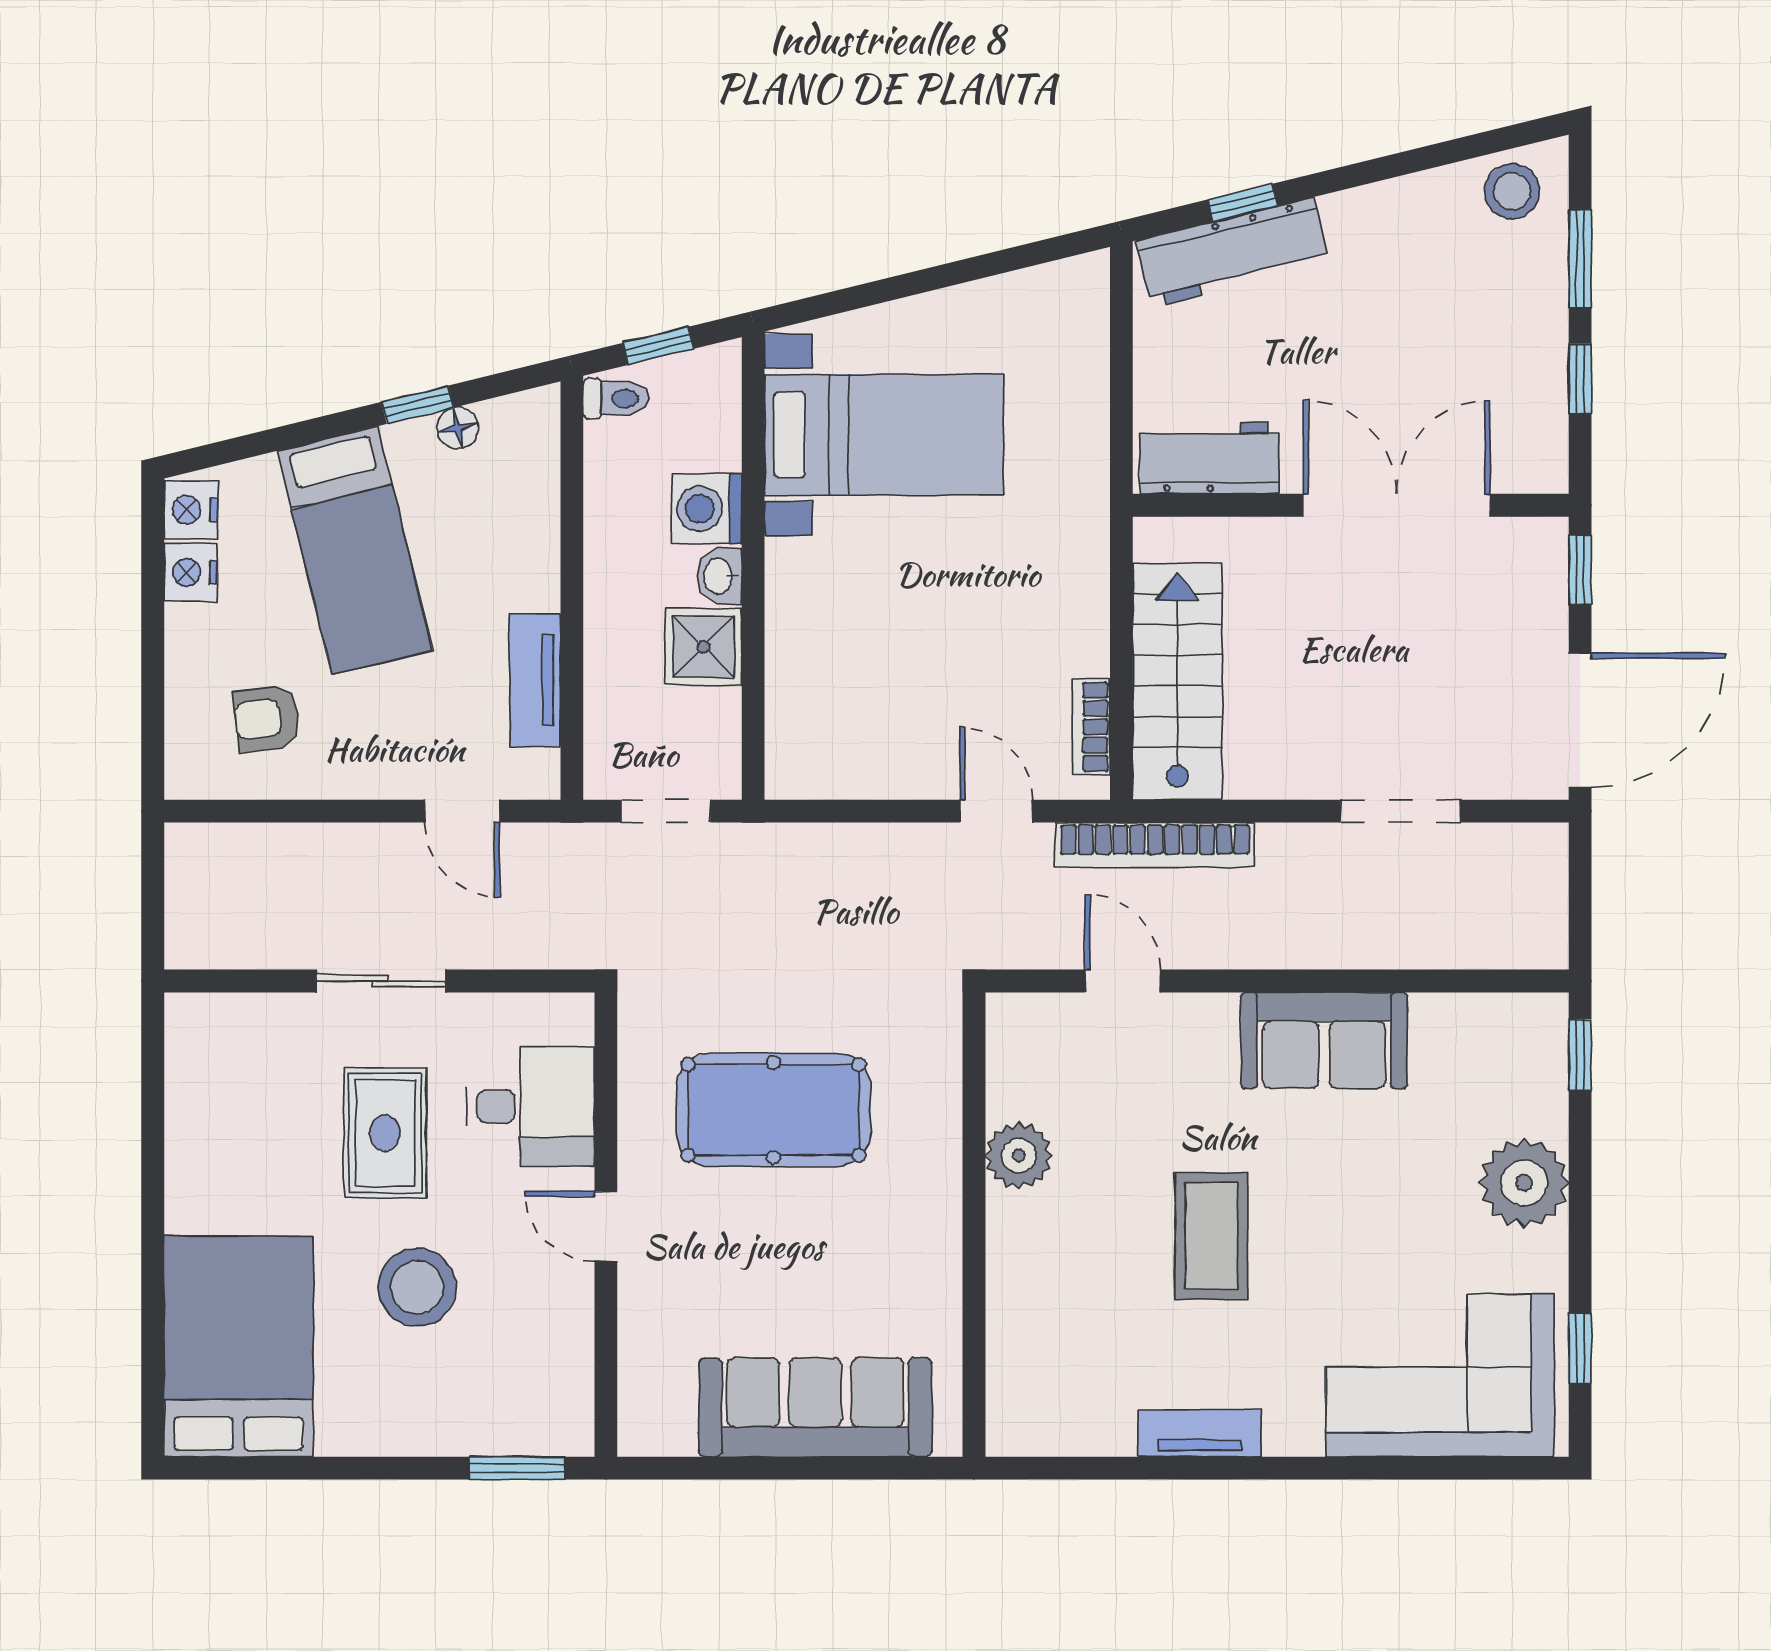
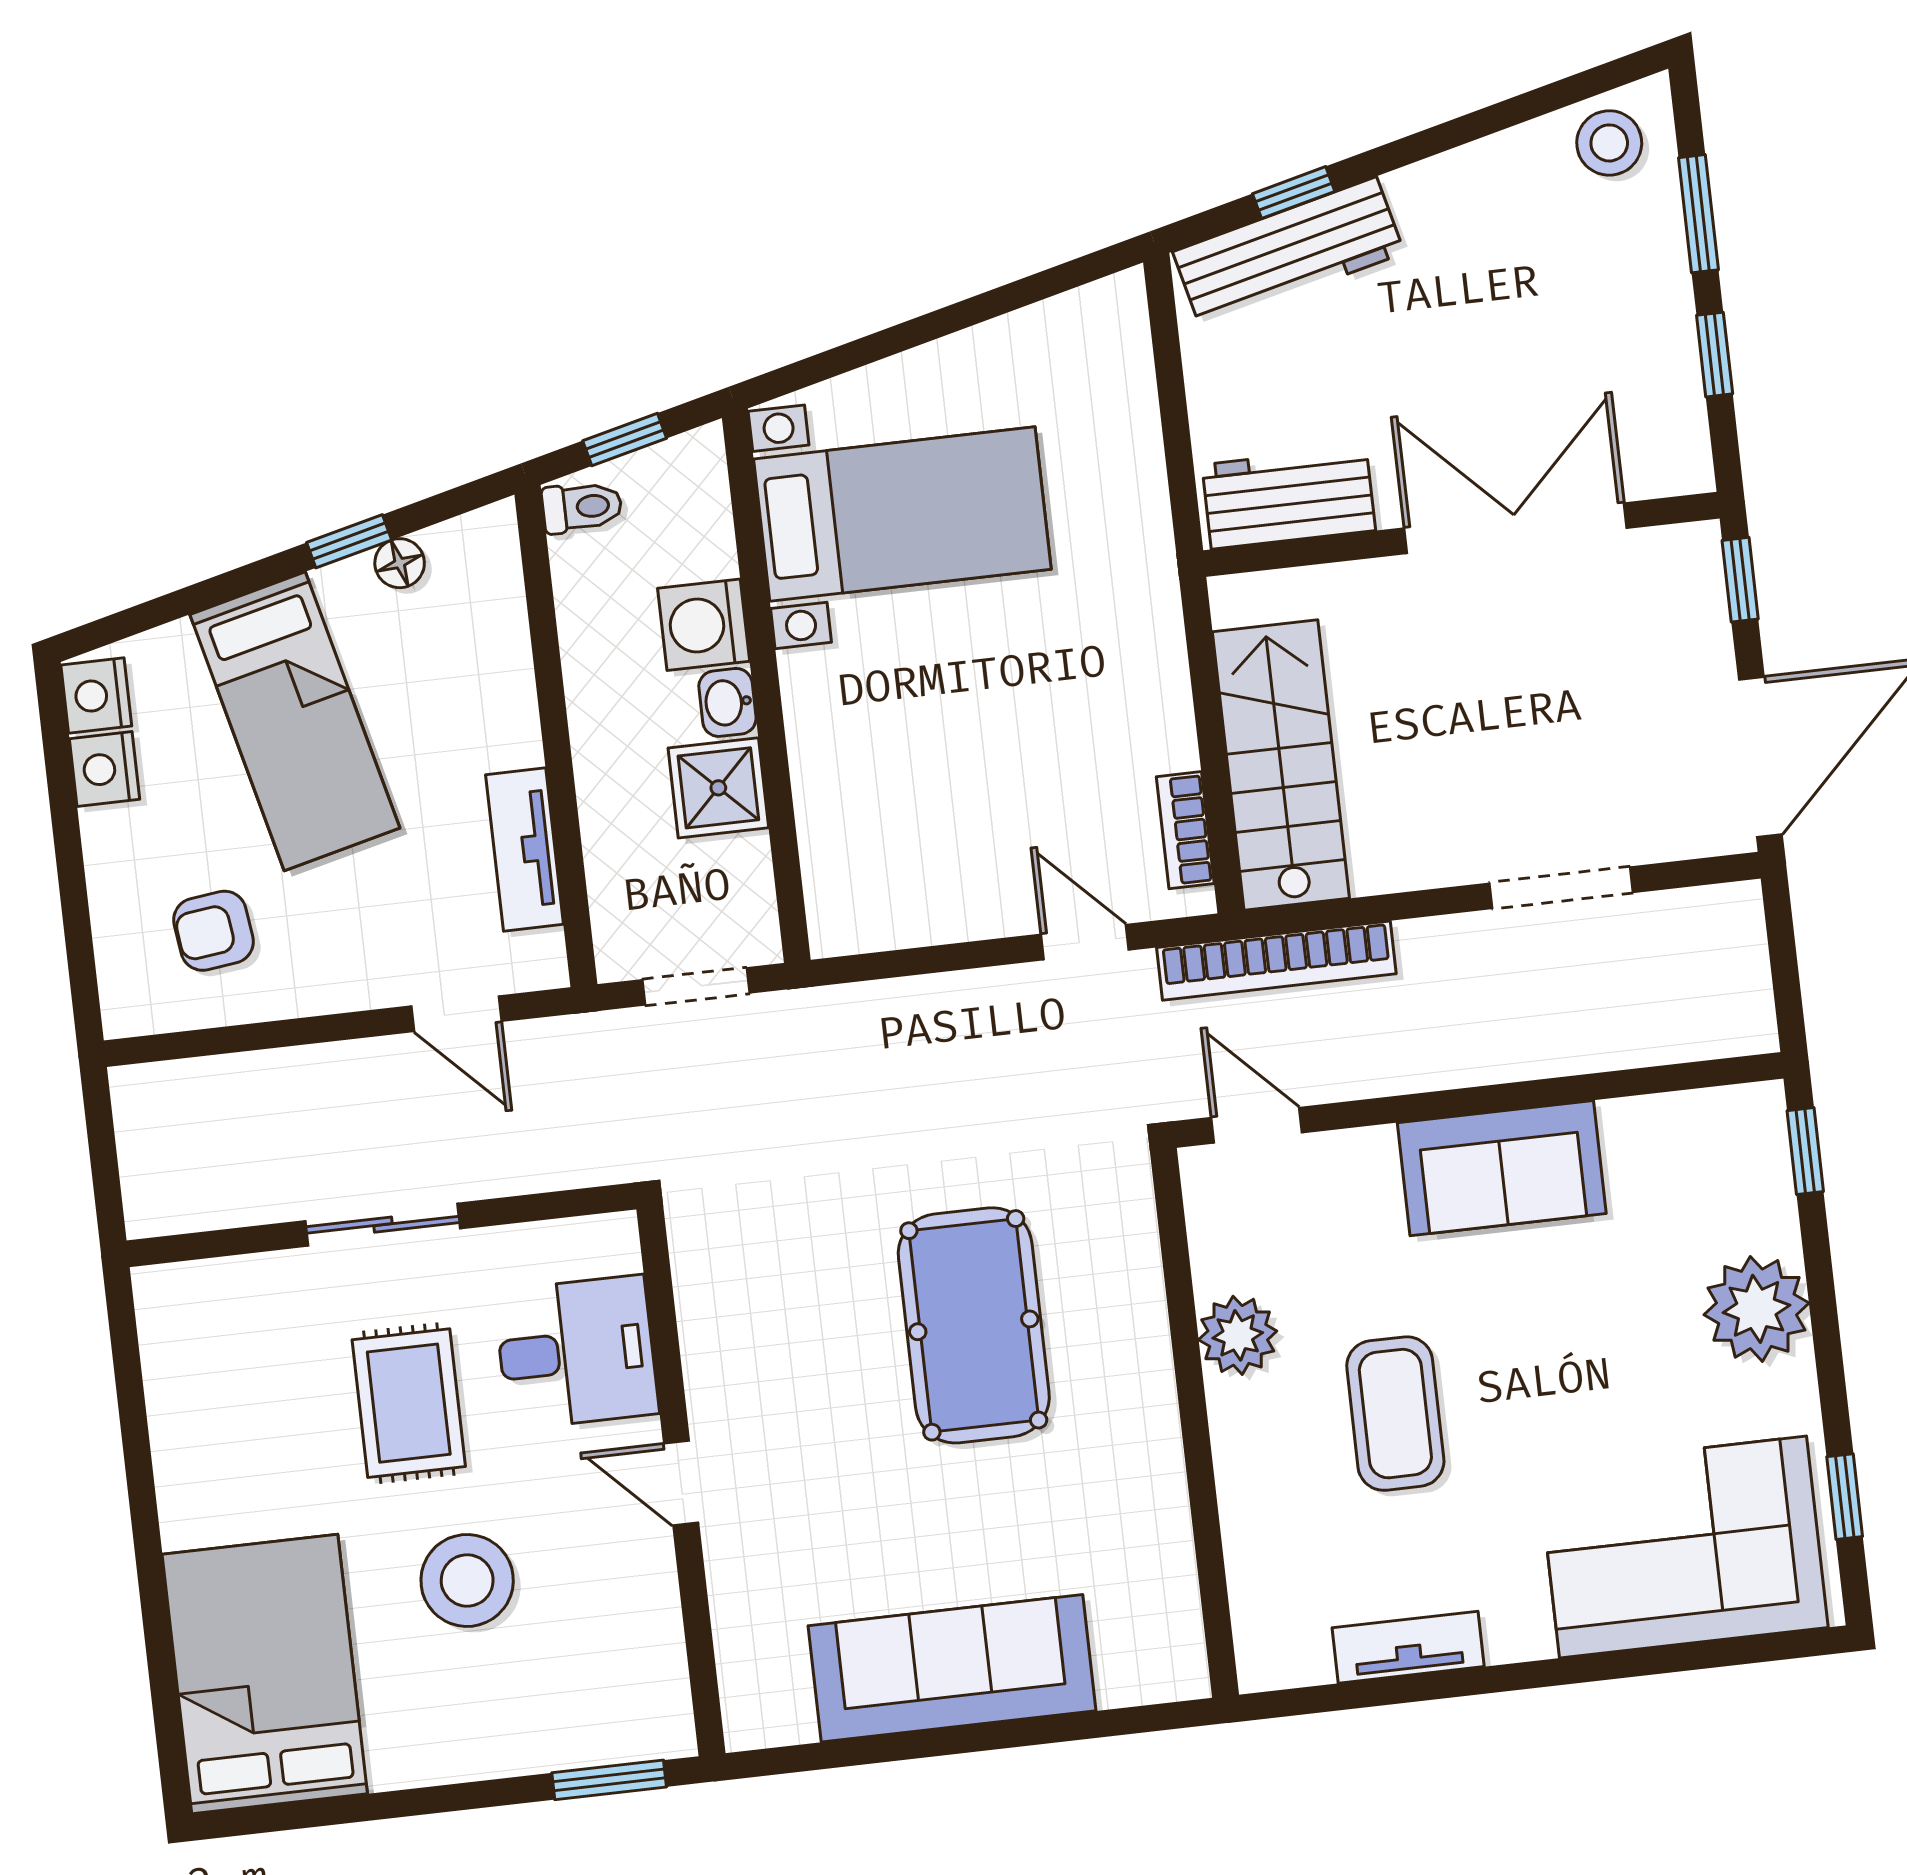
pool table: (774, 1110) -> (974, 1325), moved, turned 90
plant: (1019, 1155) -> (1238, 1335), moved
wall: (974, 1225) -> (1194, 1423), moved

